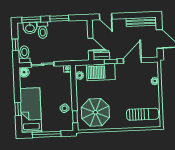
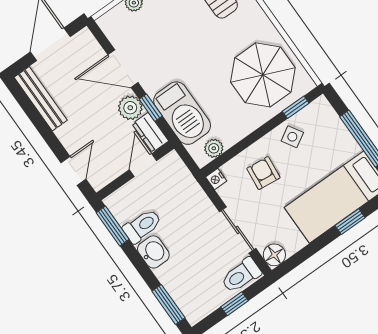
window: (59, 18) -> (113, 226), moved
washbasin: (30, 28) -> (153, 252), moved
toilet: (43, 30) -> (142, 226), moved
plant: (116, 54) -> (130, 108), added
armchair: (58, 88) -> (263, 173), added

